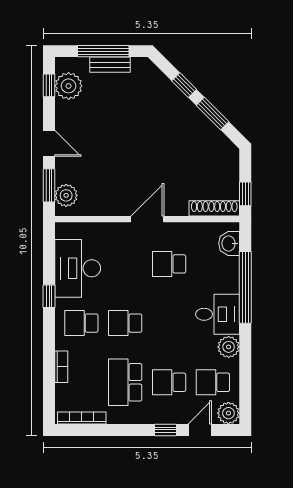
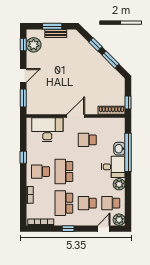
window: (103, 51) -> (52, 26), width x0.69
door: (49, 143) -> (23, 76), hinge flipped
plant: (66, 195) -> (32, 103), removed
washbasin: (229, 243) -> (119, 149), moved
desk: (78, 268) -> (47, 130), moved, turned 90
school desk: (125, 323) -> (64, 172), width x1.85
window: (166, 430) -> (68, 229), moved

